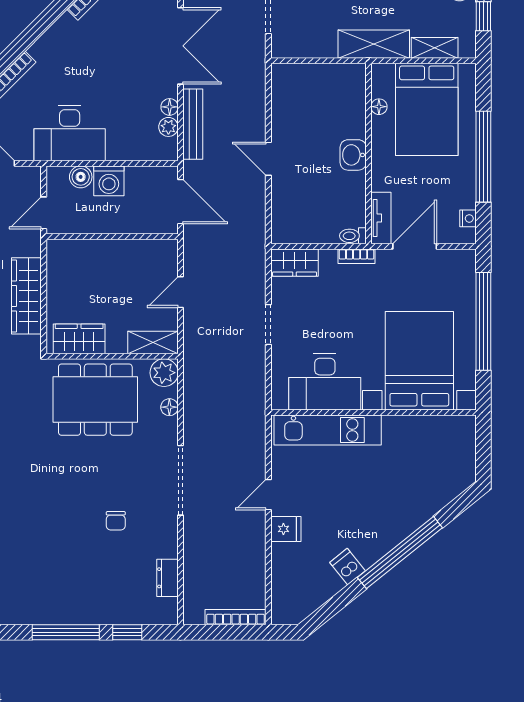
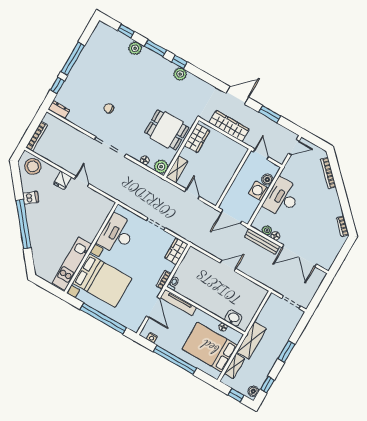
desk: (70, 133) -> (282, 198), moved
washbasin: (353, 155) -> (233, 318), moved
tv unit: (381, 218) -> (179, 303), width x1.41
dining table: (95, 400) -> (167, 130), width x0.73
kitchen unit: (328, 430) -> (72, 264), moved
dresser: (167, 578) -> (59, 110), moved
stool: (291, 594) -> (33, 166), added

